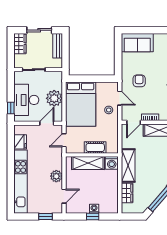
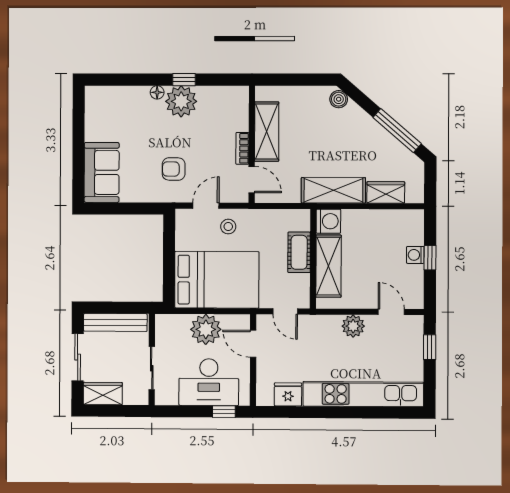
bench: (58, 46) -> (115, 322), width x1.36

